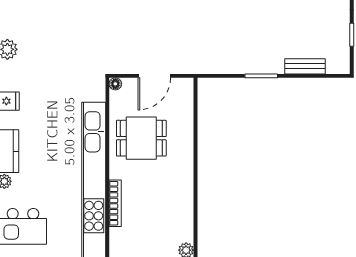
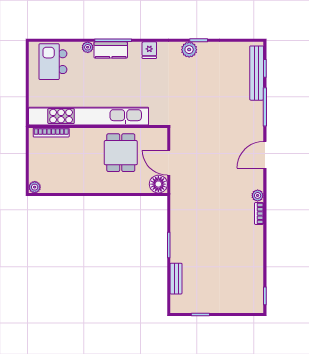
floor lamp: (115, 84) -> (158, 184), moved, width x1.89, depth x1.89
bookcase: (115, 203) -> (51, 133), moved

